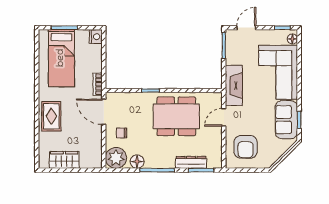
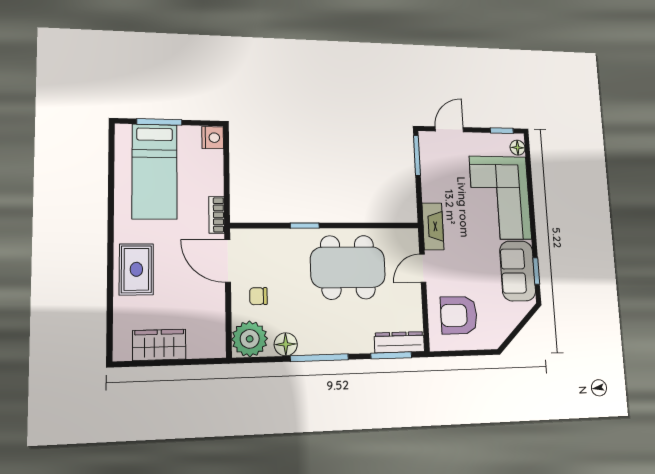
fireplace: (234, 86) -> (433, 226), width x0.73, depth x0.76
armchair: (246, 147) -> (459, 315), turned 90
dresser: (191, 162) -> (399, 342), moved

